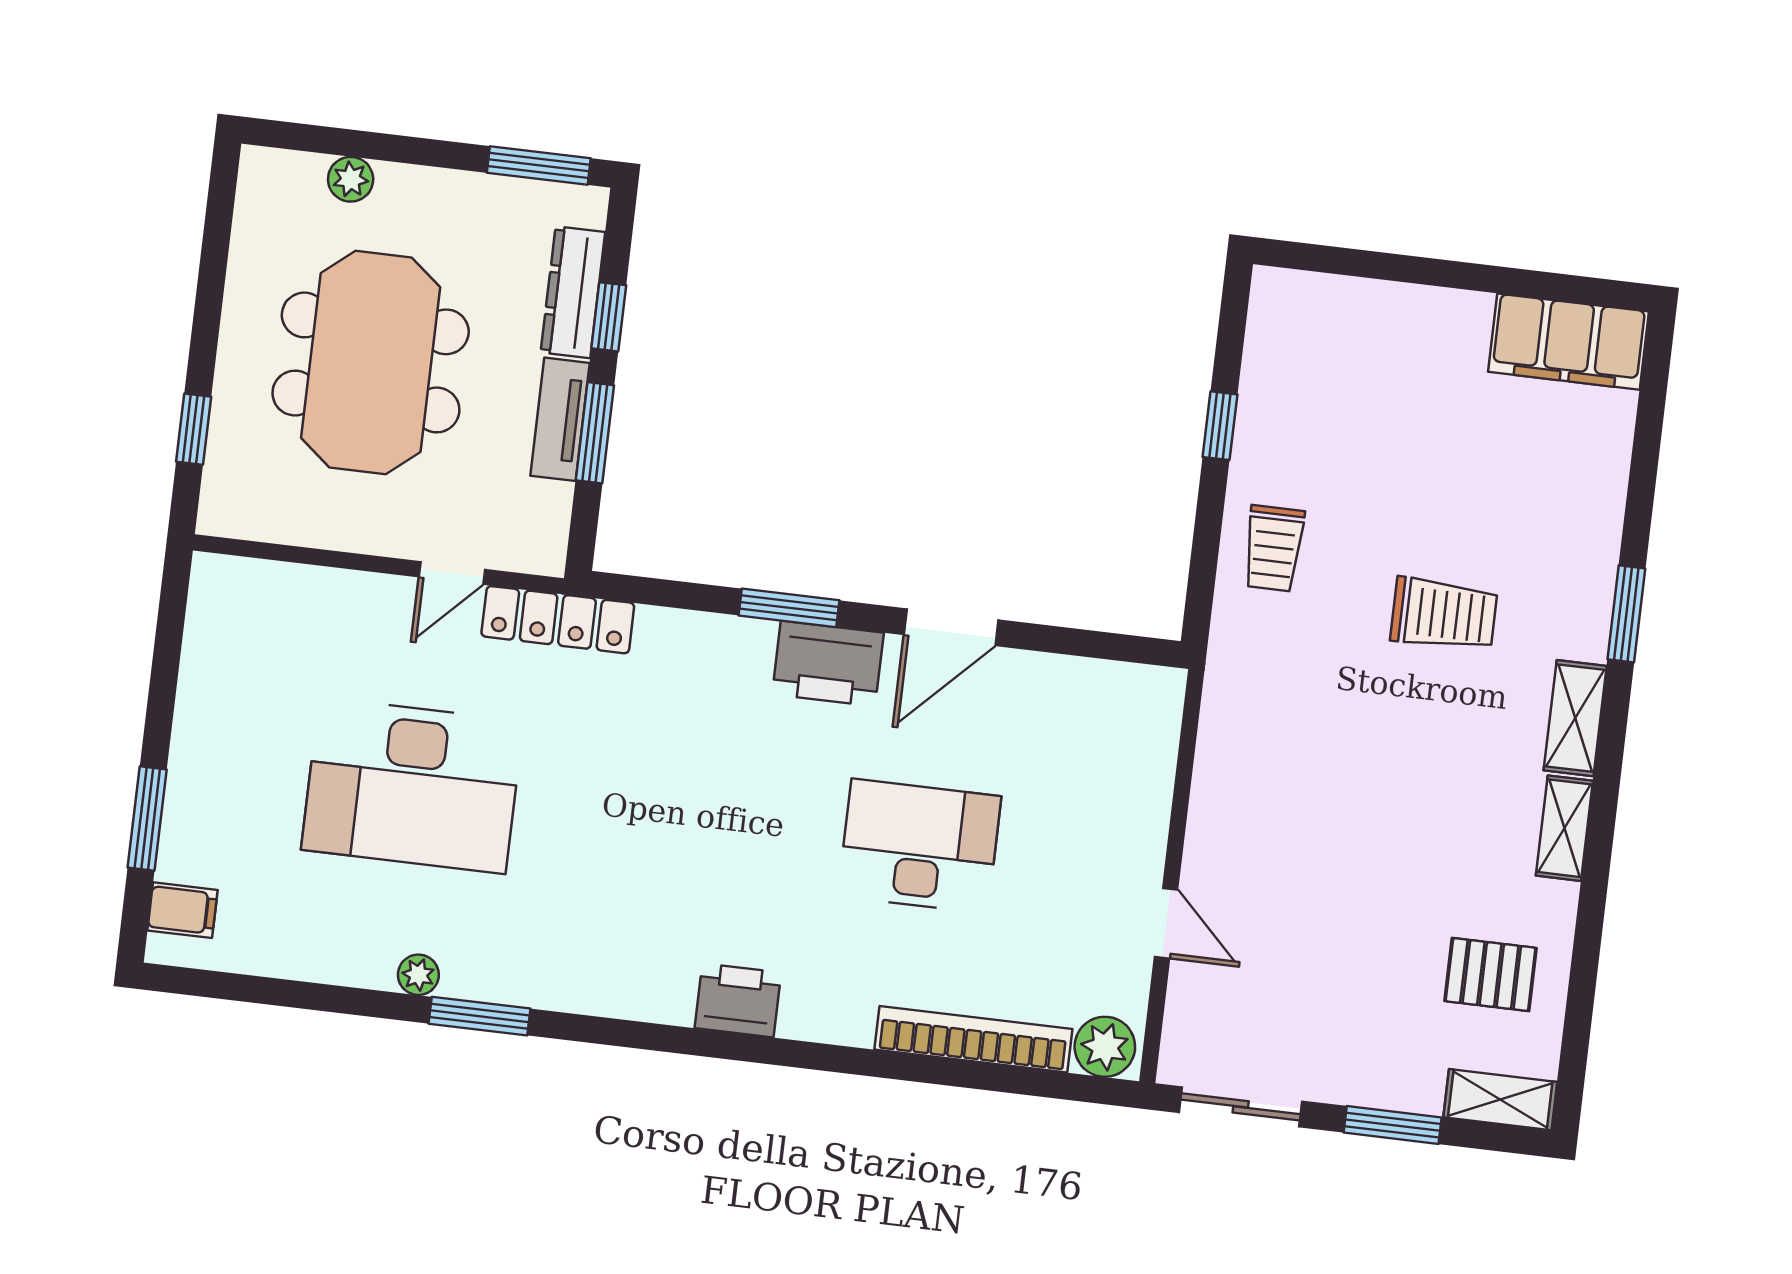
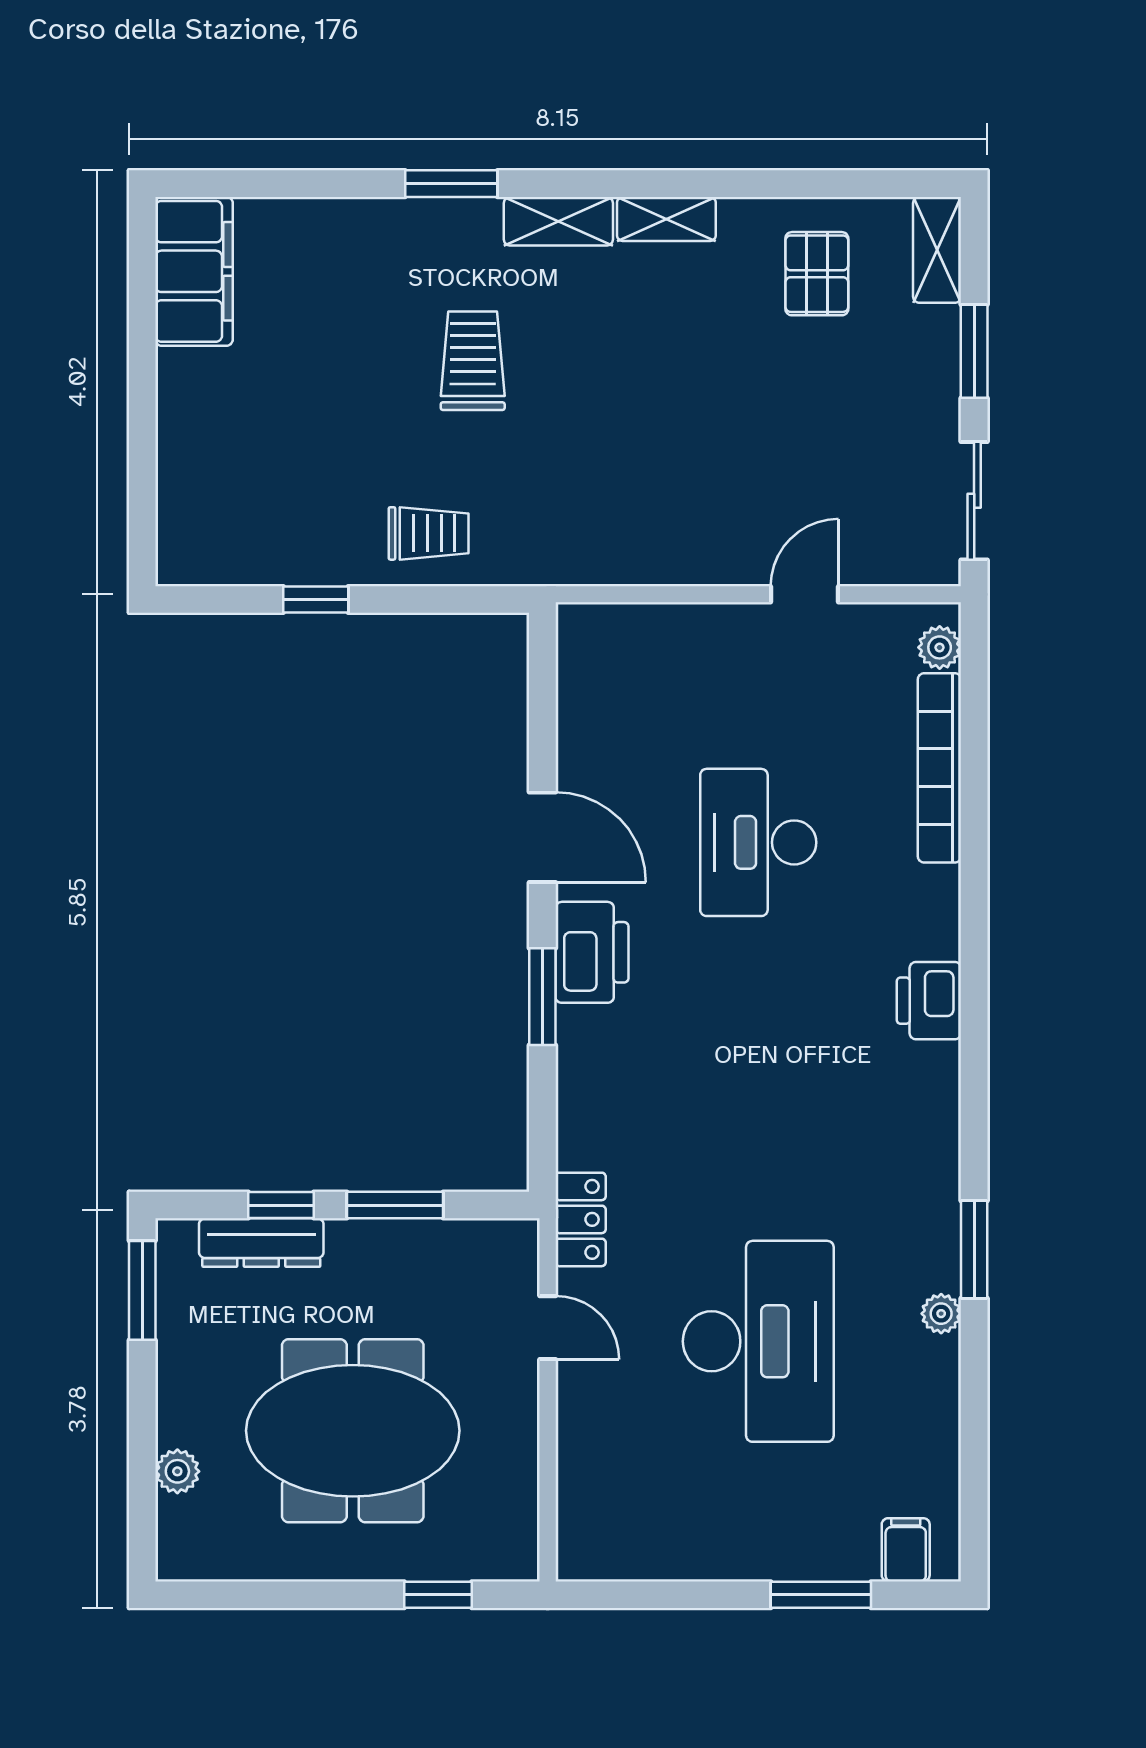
tv unit: (560, 419) -> (386, 1240), removed
locker: (558, 620) -> (581, 1219), width x0.66
plant: (1105, 1047) -> (940, 647), width x0.73, depth x0.73

